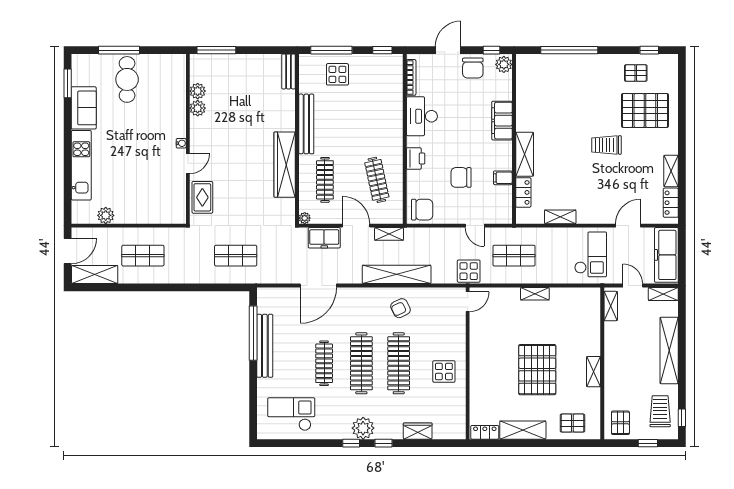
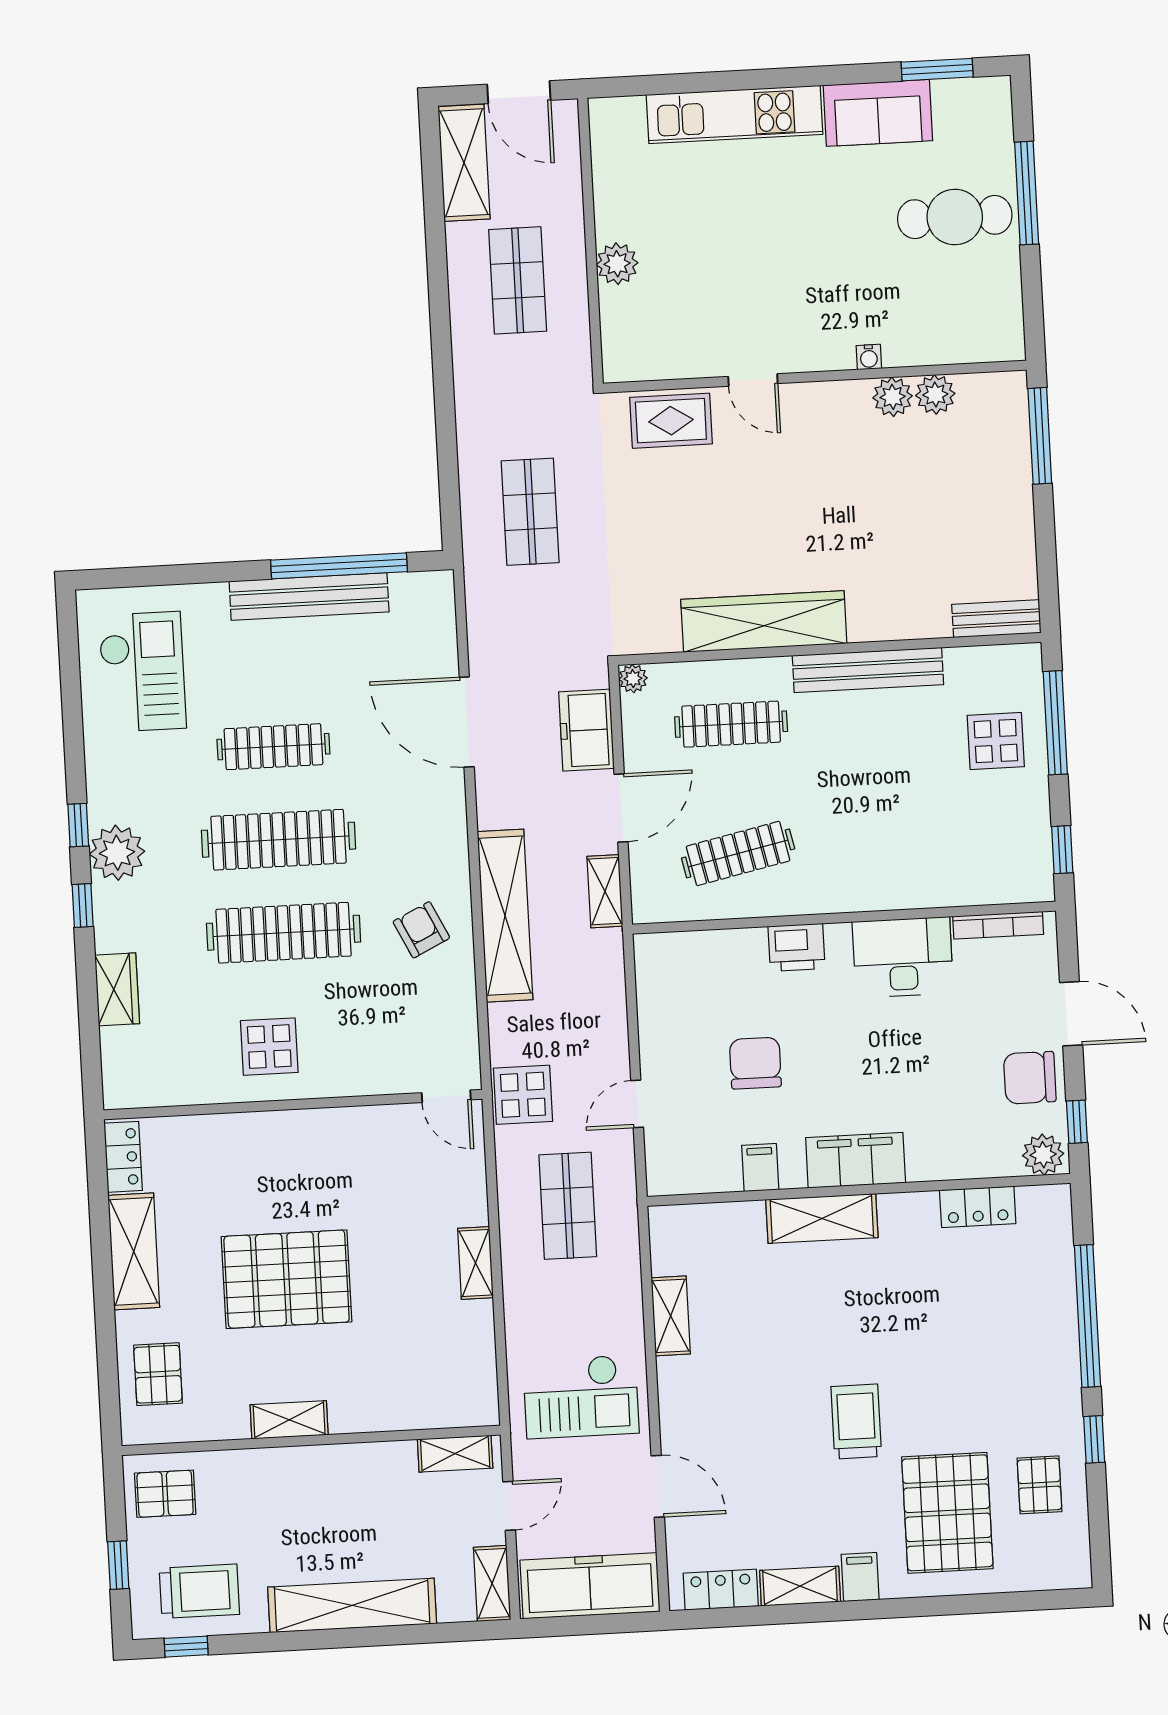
window: (649, 50) -> (1094, 1439), moved
filing cabinet: (502, 121) -> (856, 1160), moved
water cooler: (181, 143) -> (869, 357), moved
filing cabinet: (669, 147) -> (860, 1577), added
locker: (523, 192) -> (978, 1207), moved
chair: (422, 210) -> (670, 971), removed
plant: (106, 215) -> (617, 264), moved

